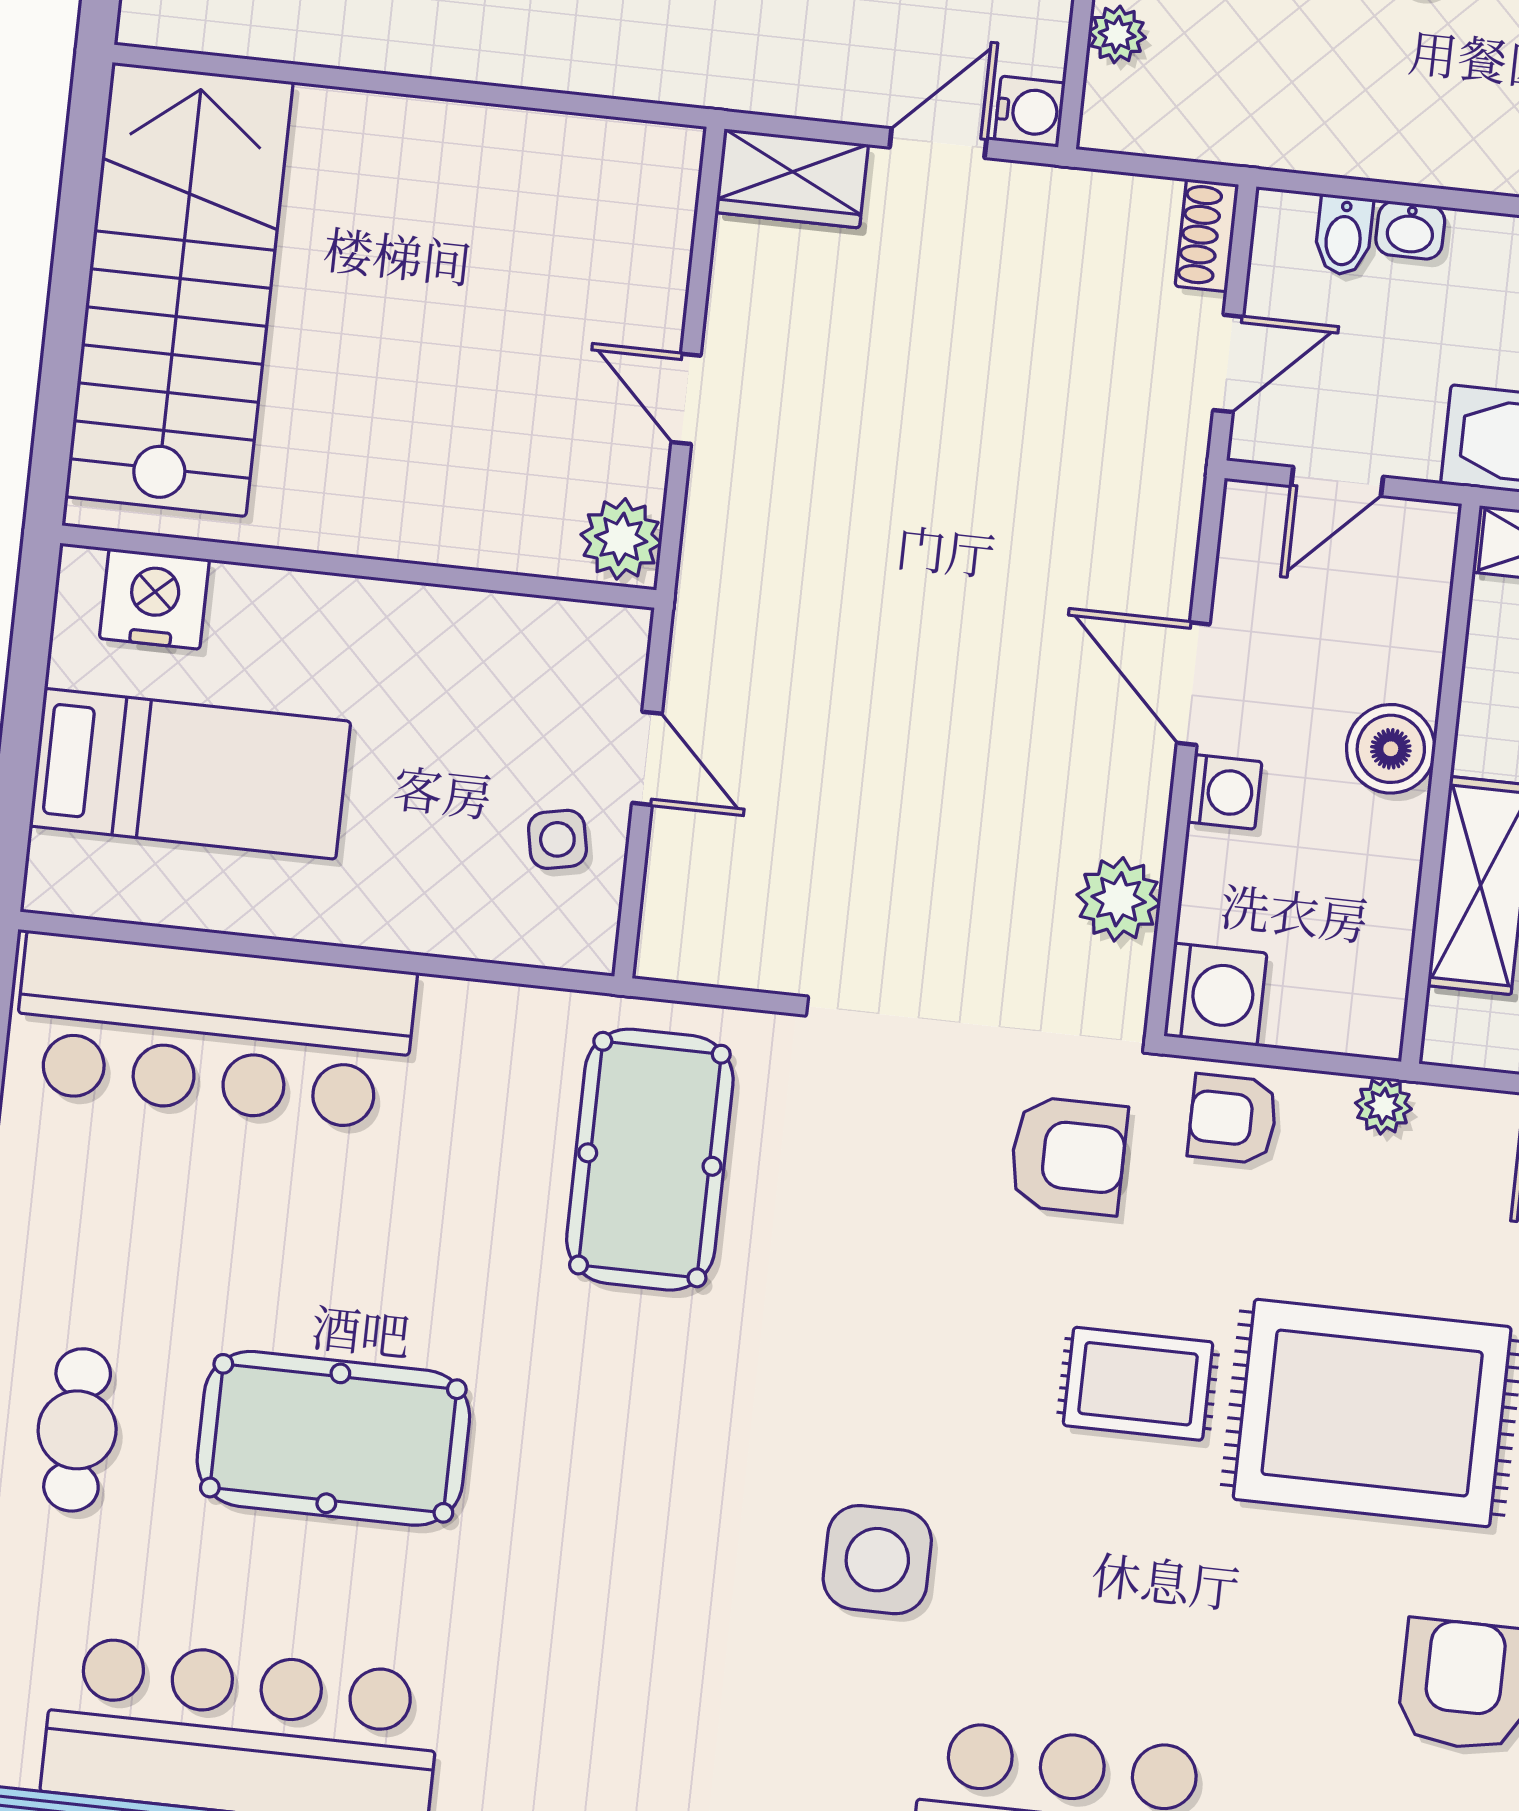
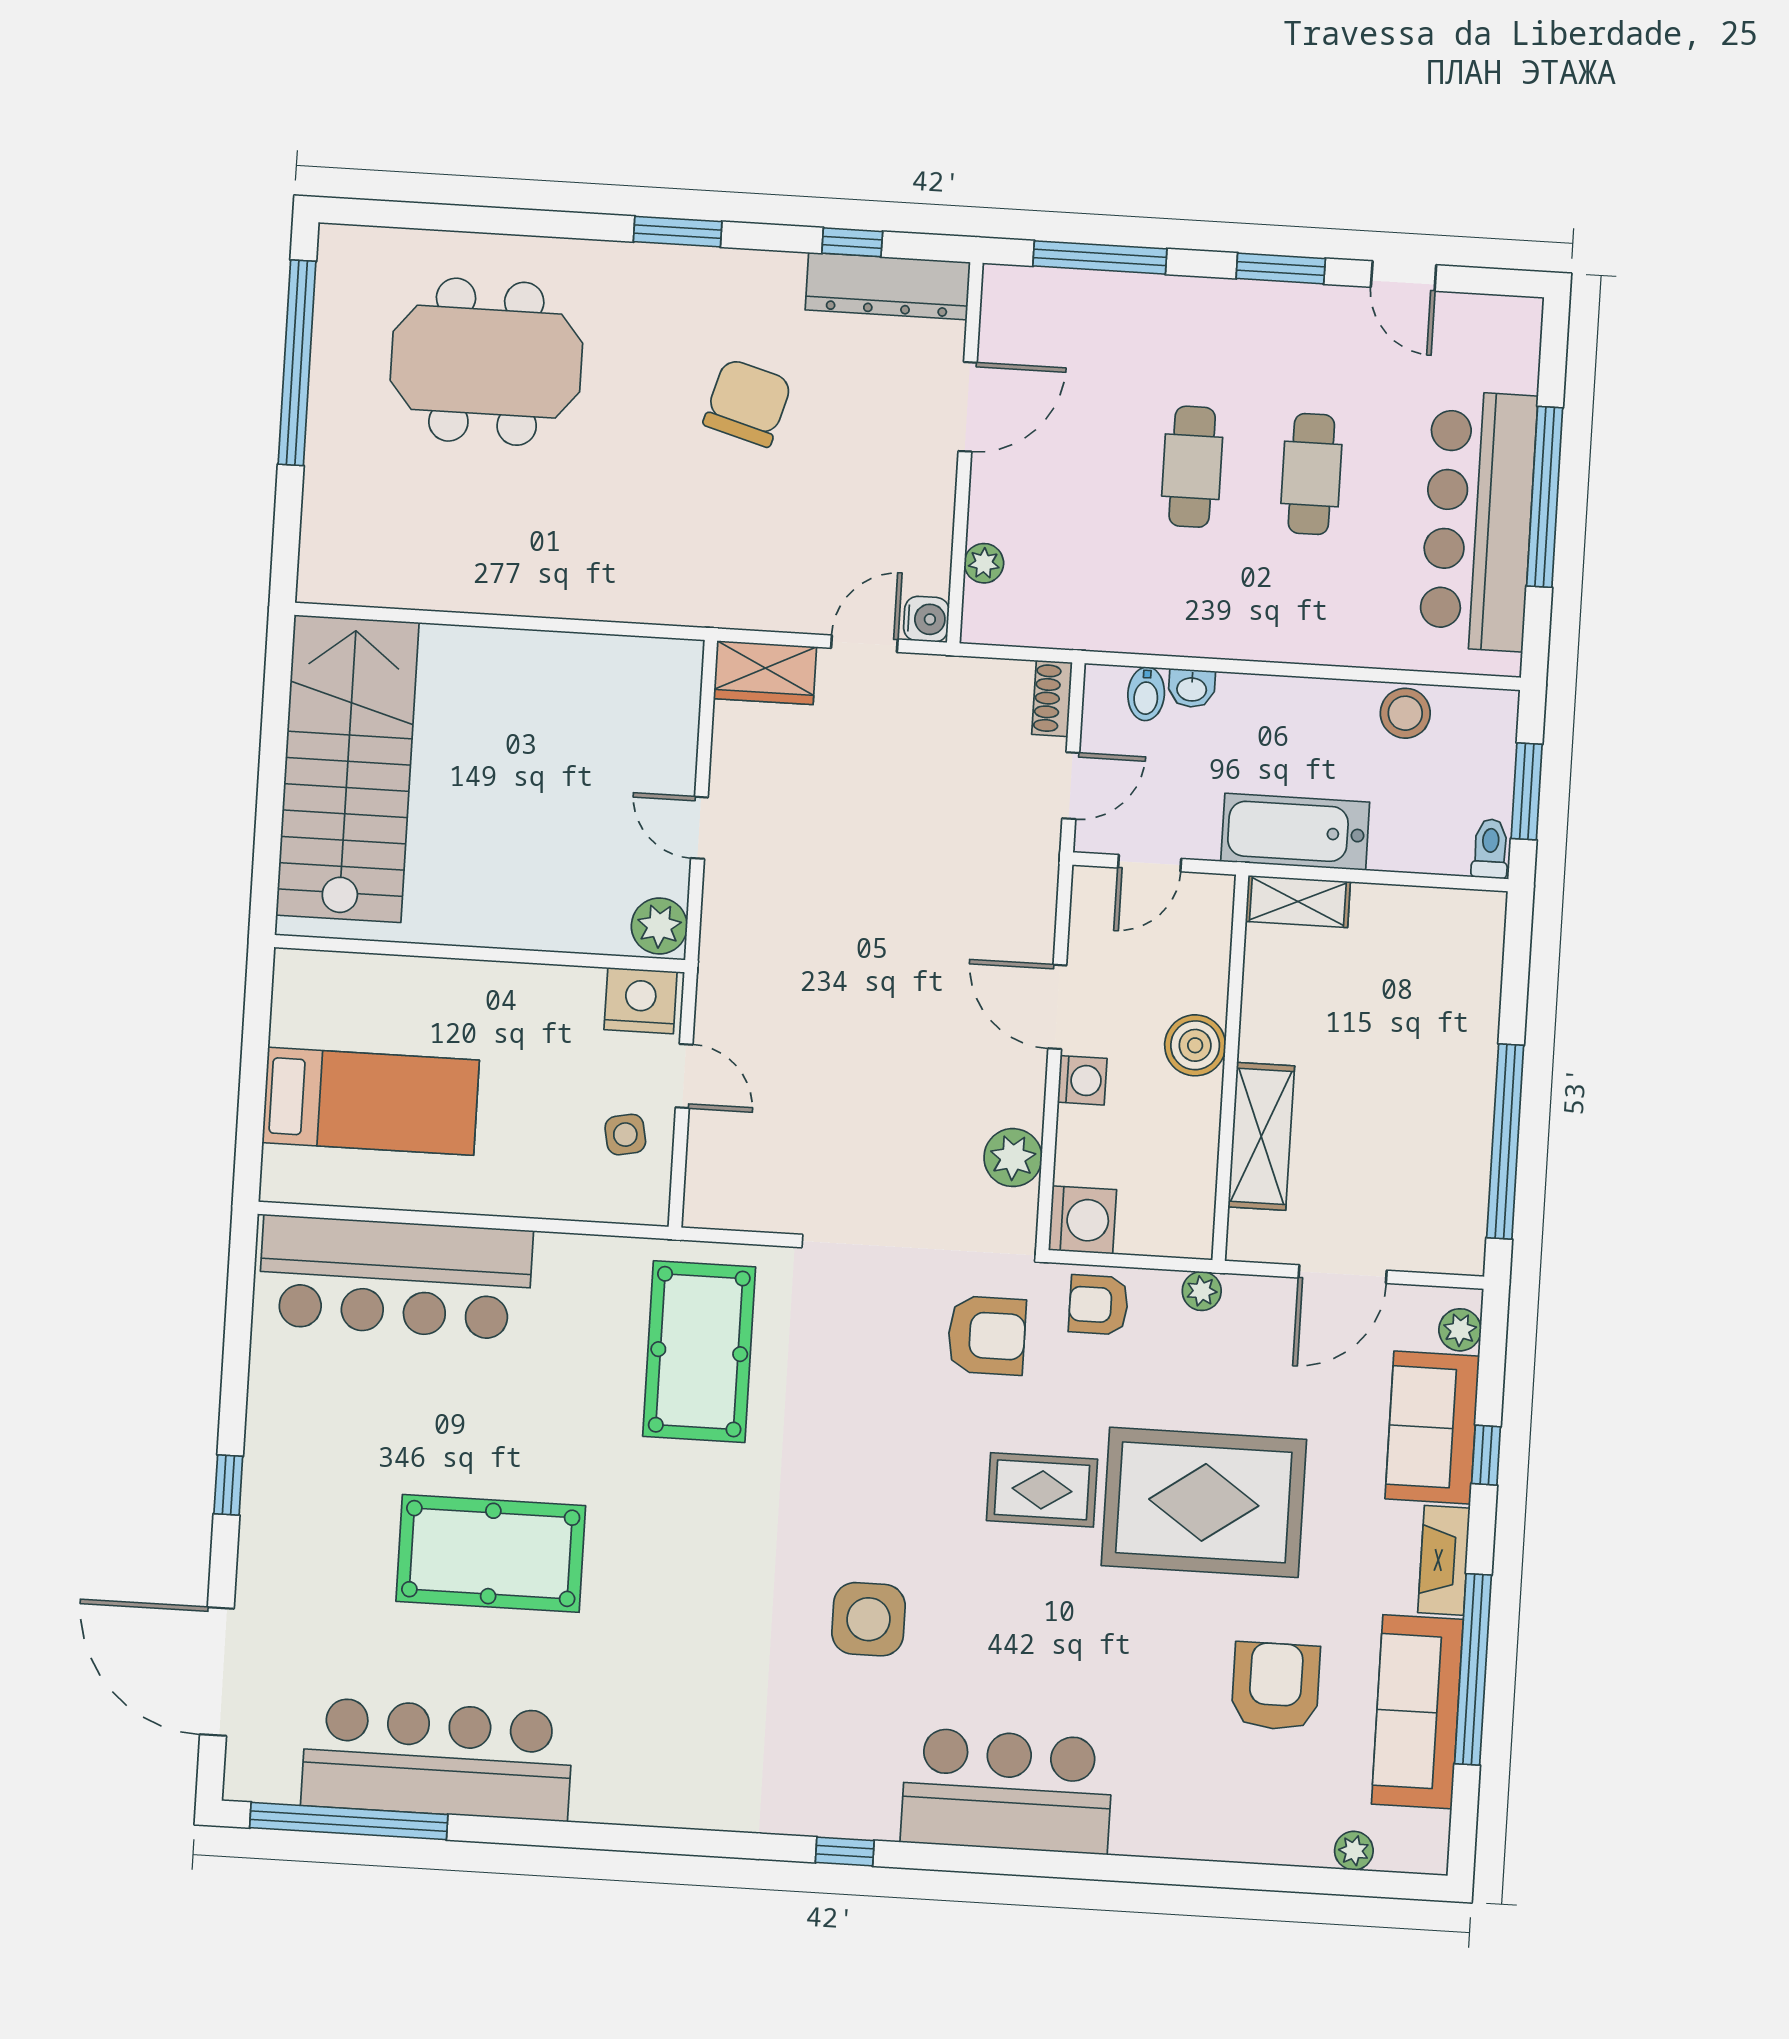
nightstand: (154, 599) -> (641, 1001), moved
cafe table: (77, 1430) -> (314, 1556), removed

